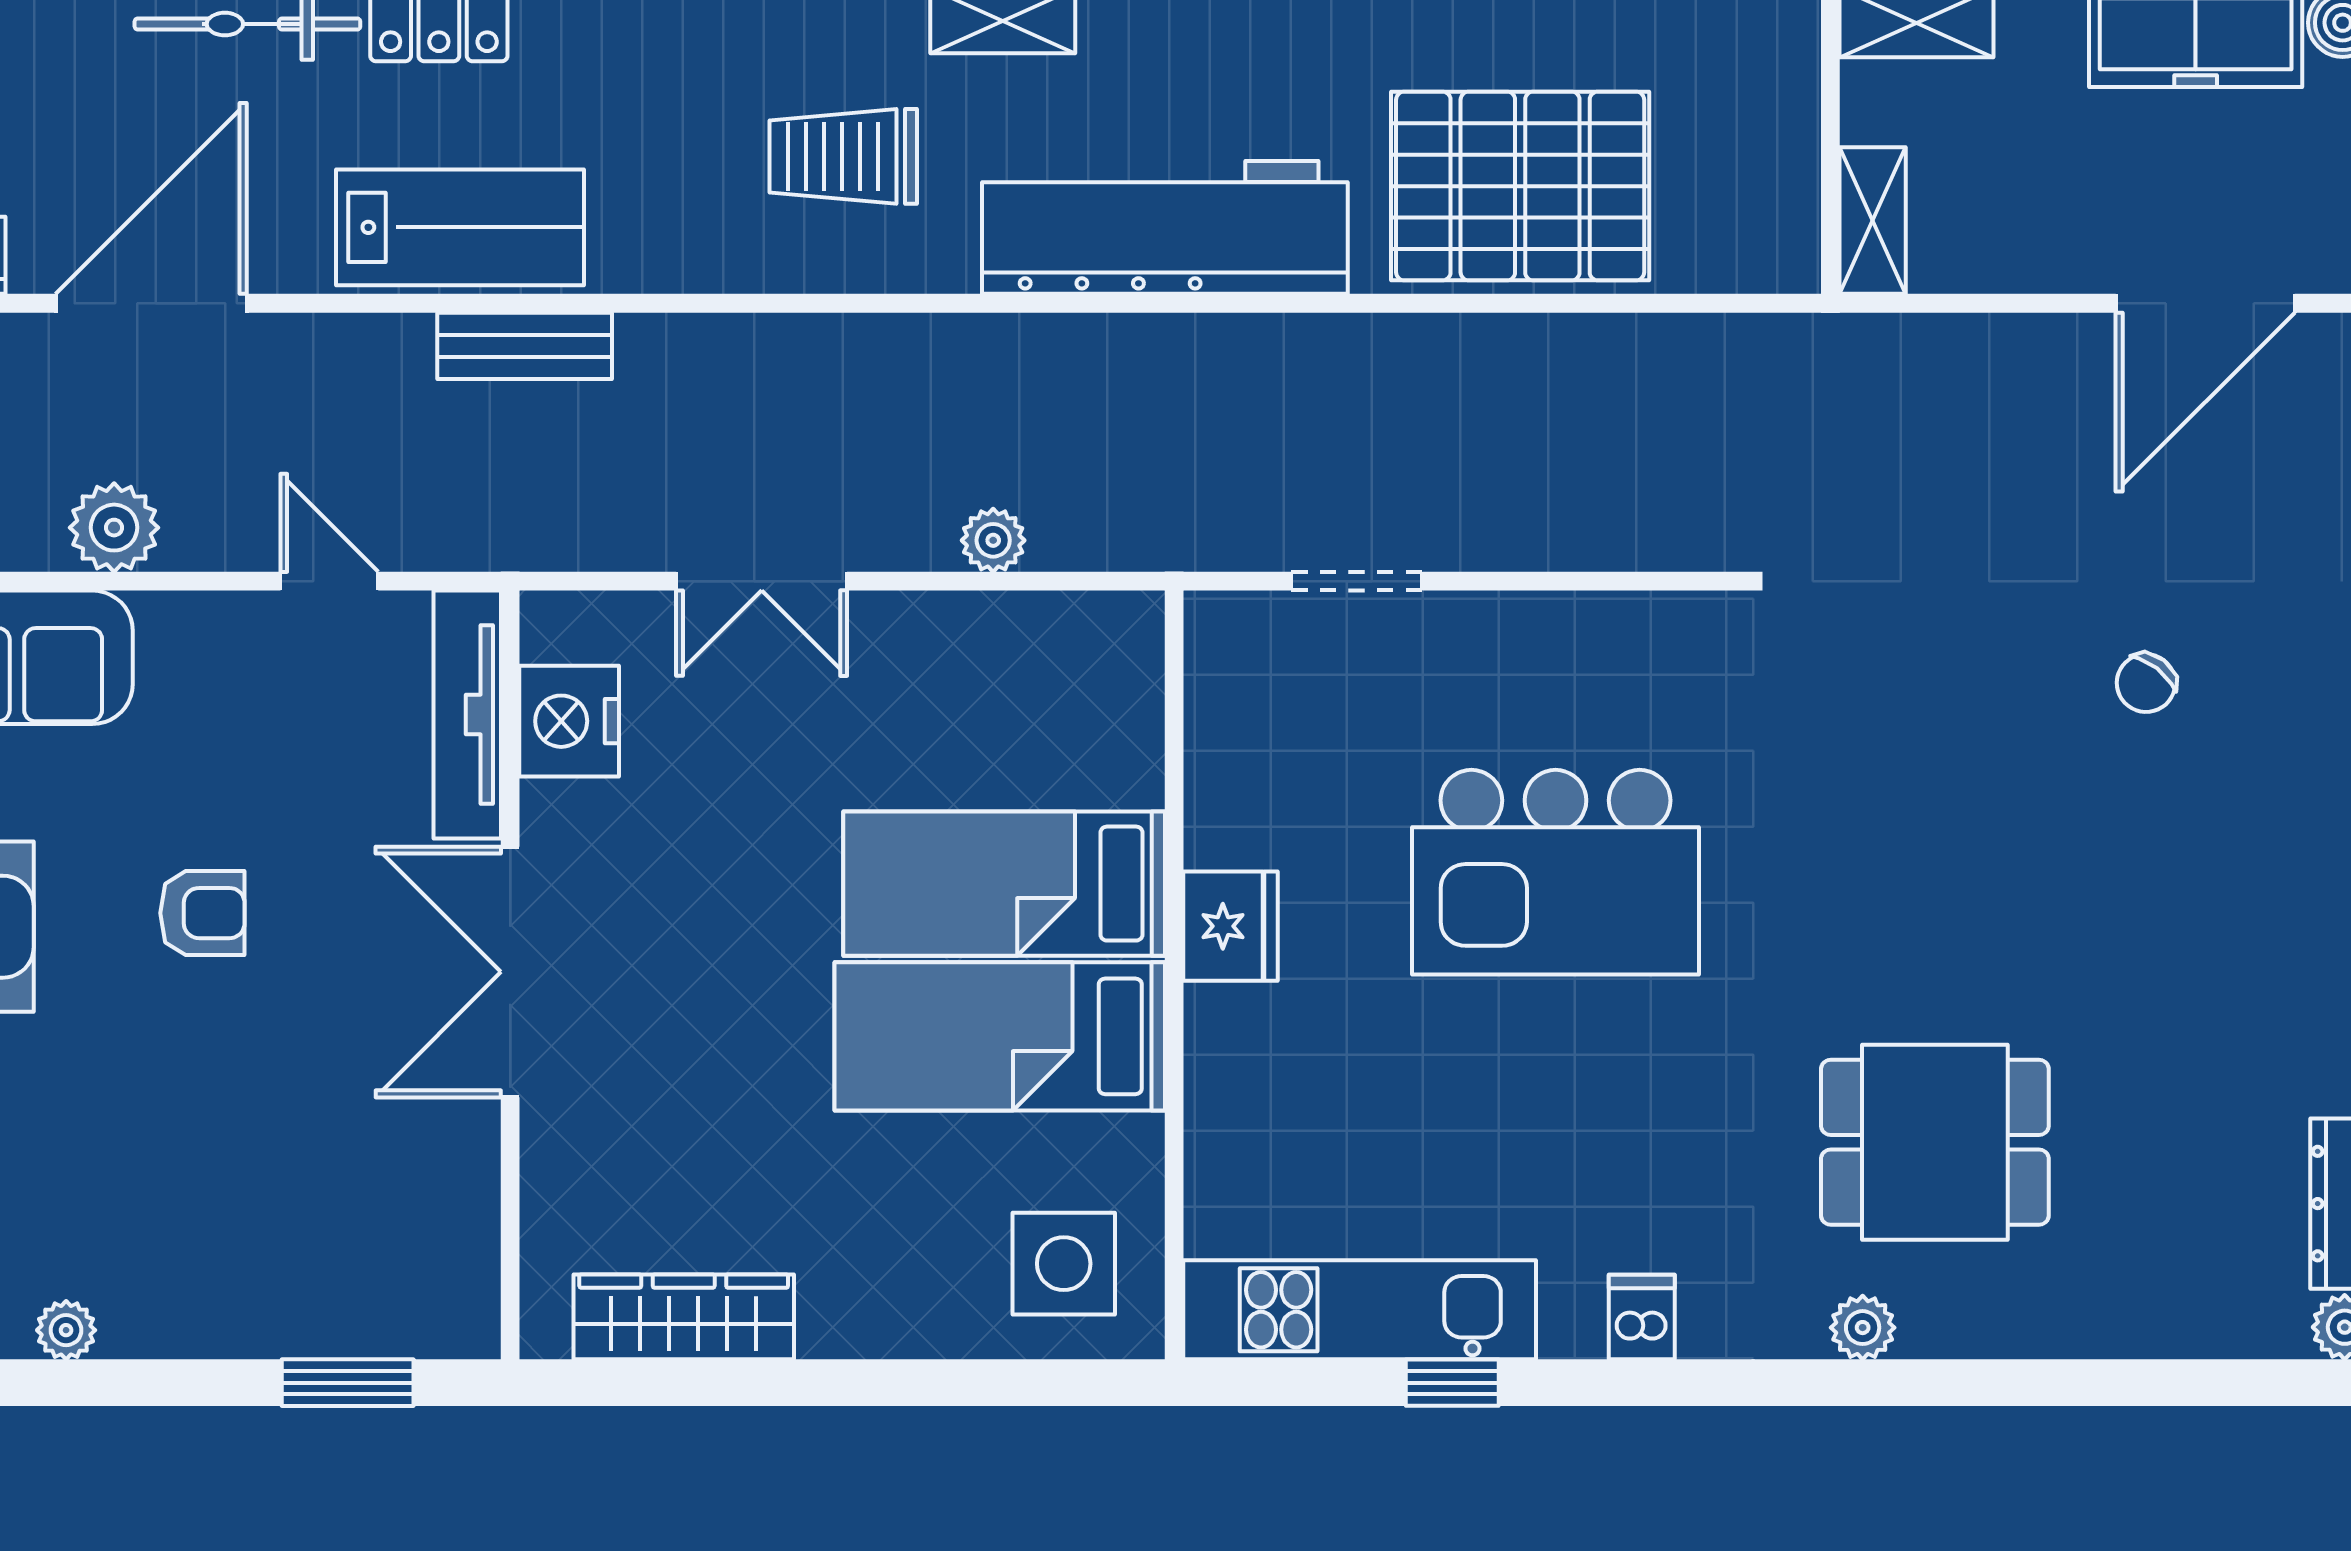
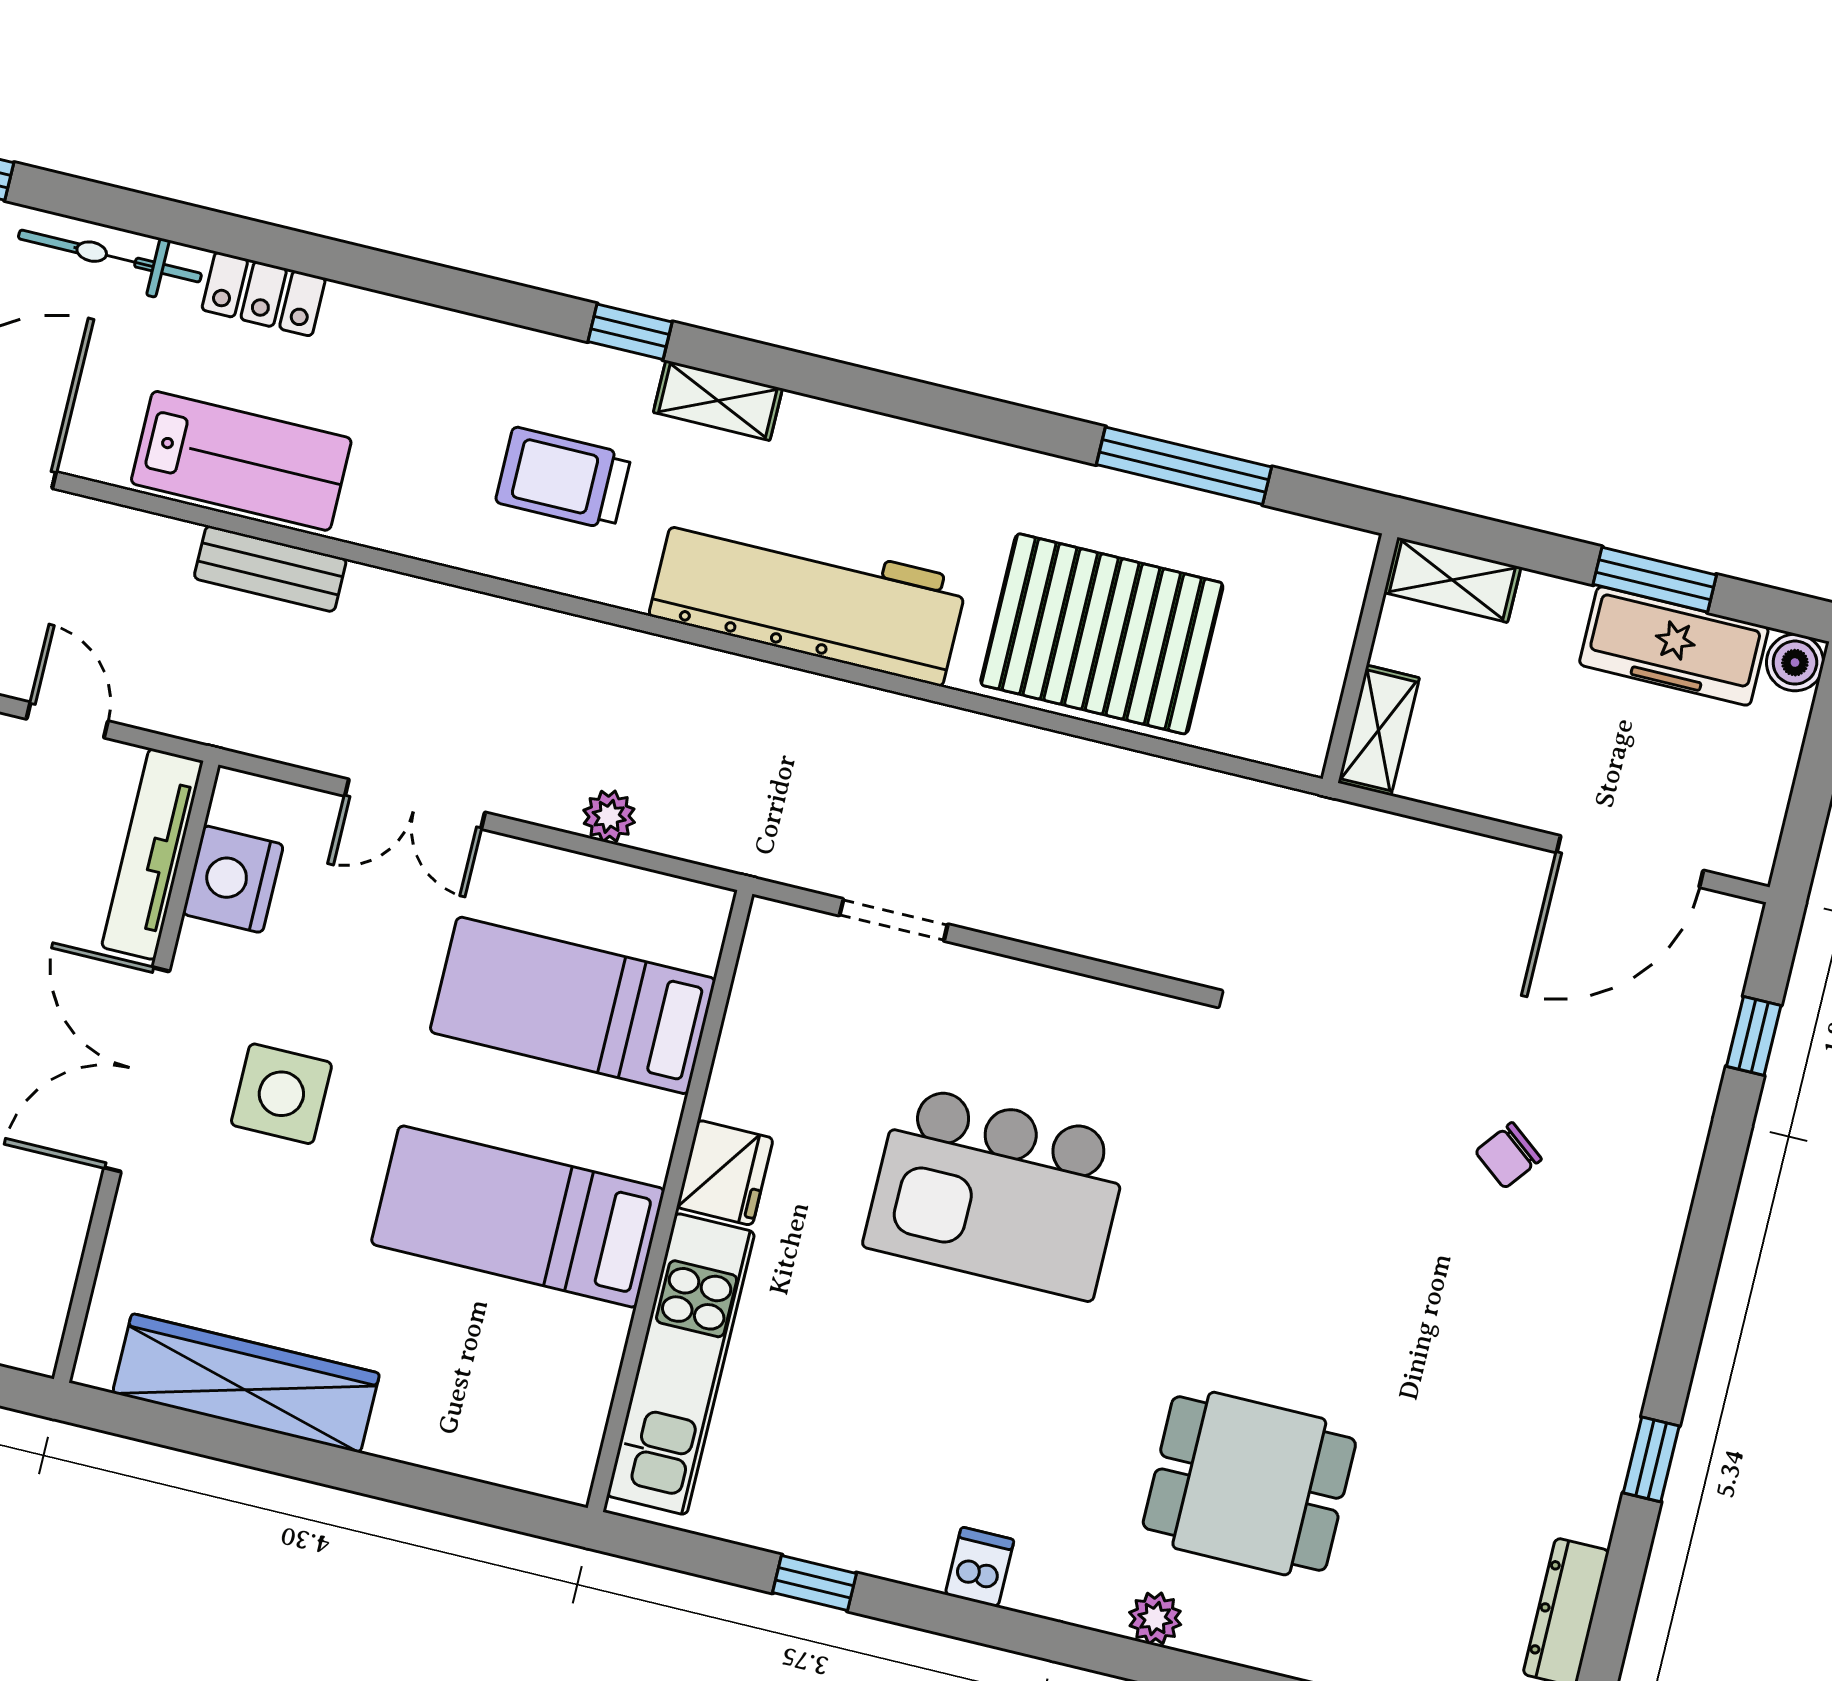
bed: (1004, 884) -> (573, 1005), moved
side table: (1064, 1264) -> (281, 1094), moved
kitchen unit: (1360, 1310) -> (681, 1364), moved, turned 90
wardrobe: (684, 1317) -> (246, 1383), width x1.40, depth x1.17

